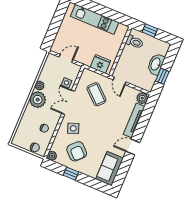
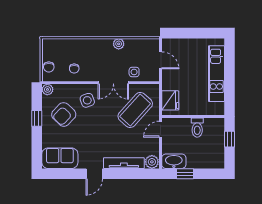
toilet: (134, 42) -> (197, 128), moved
washbasin: (156, 64) -> (174, 161), moved
coffee table: (96, 94) -> (135, 110), width x1.36, depth x1.32
plant: (38, 100) -> (102, 48), removed
double door: (68, 102) -> (113, 83), swing flipped
door: (133, 147) -> (94, 174), swing flipped

